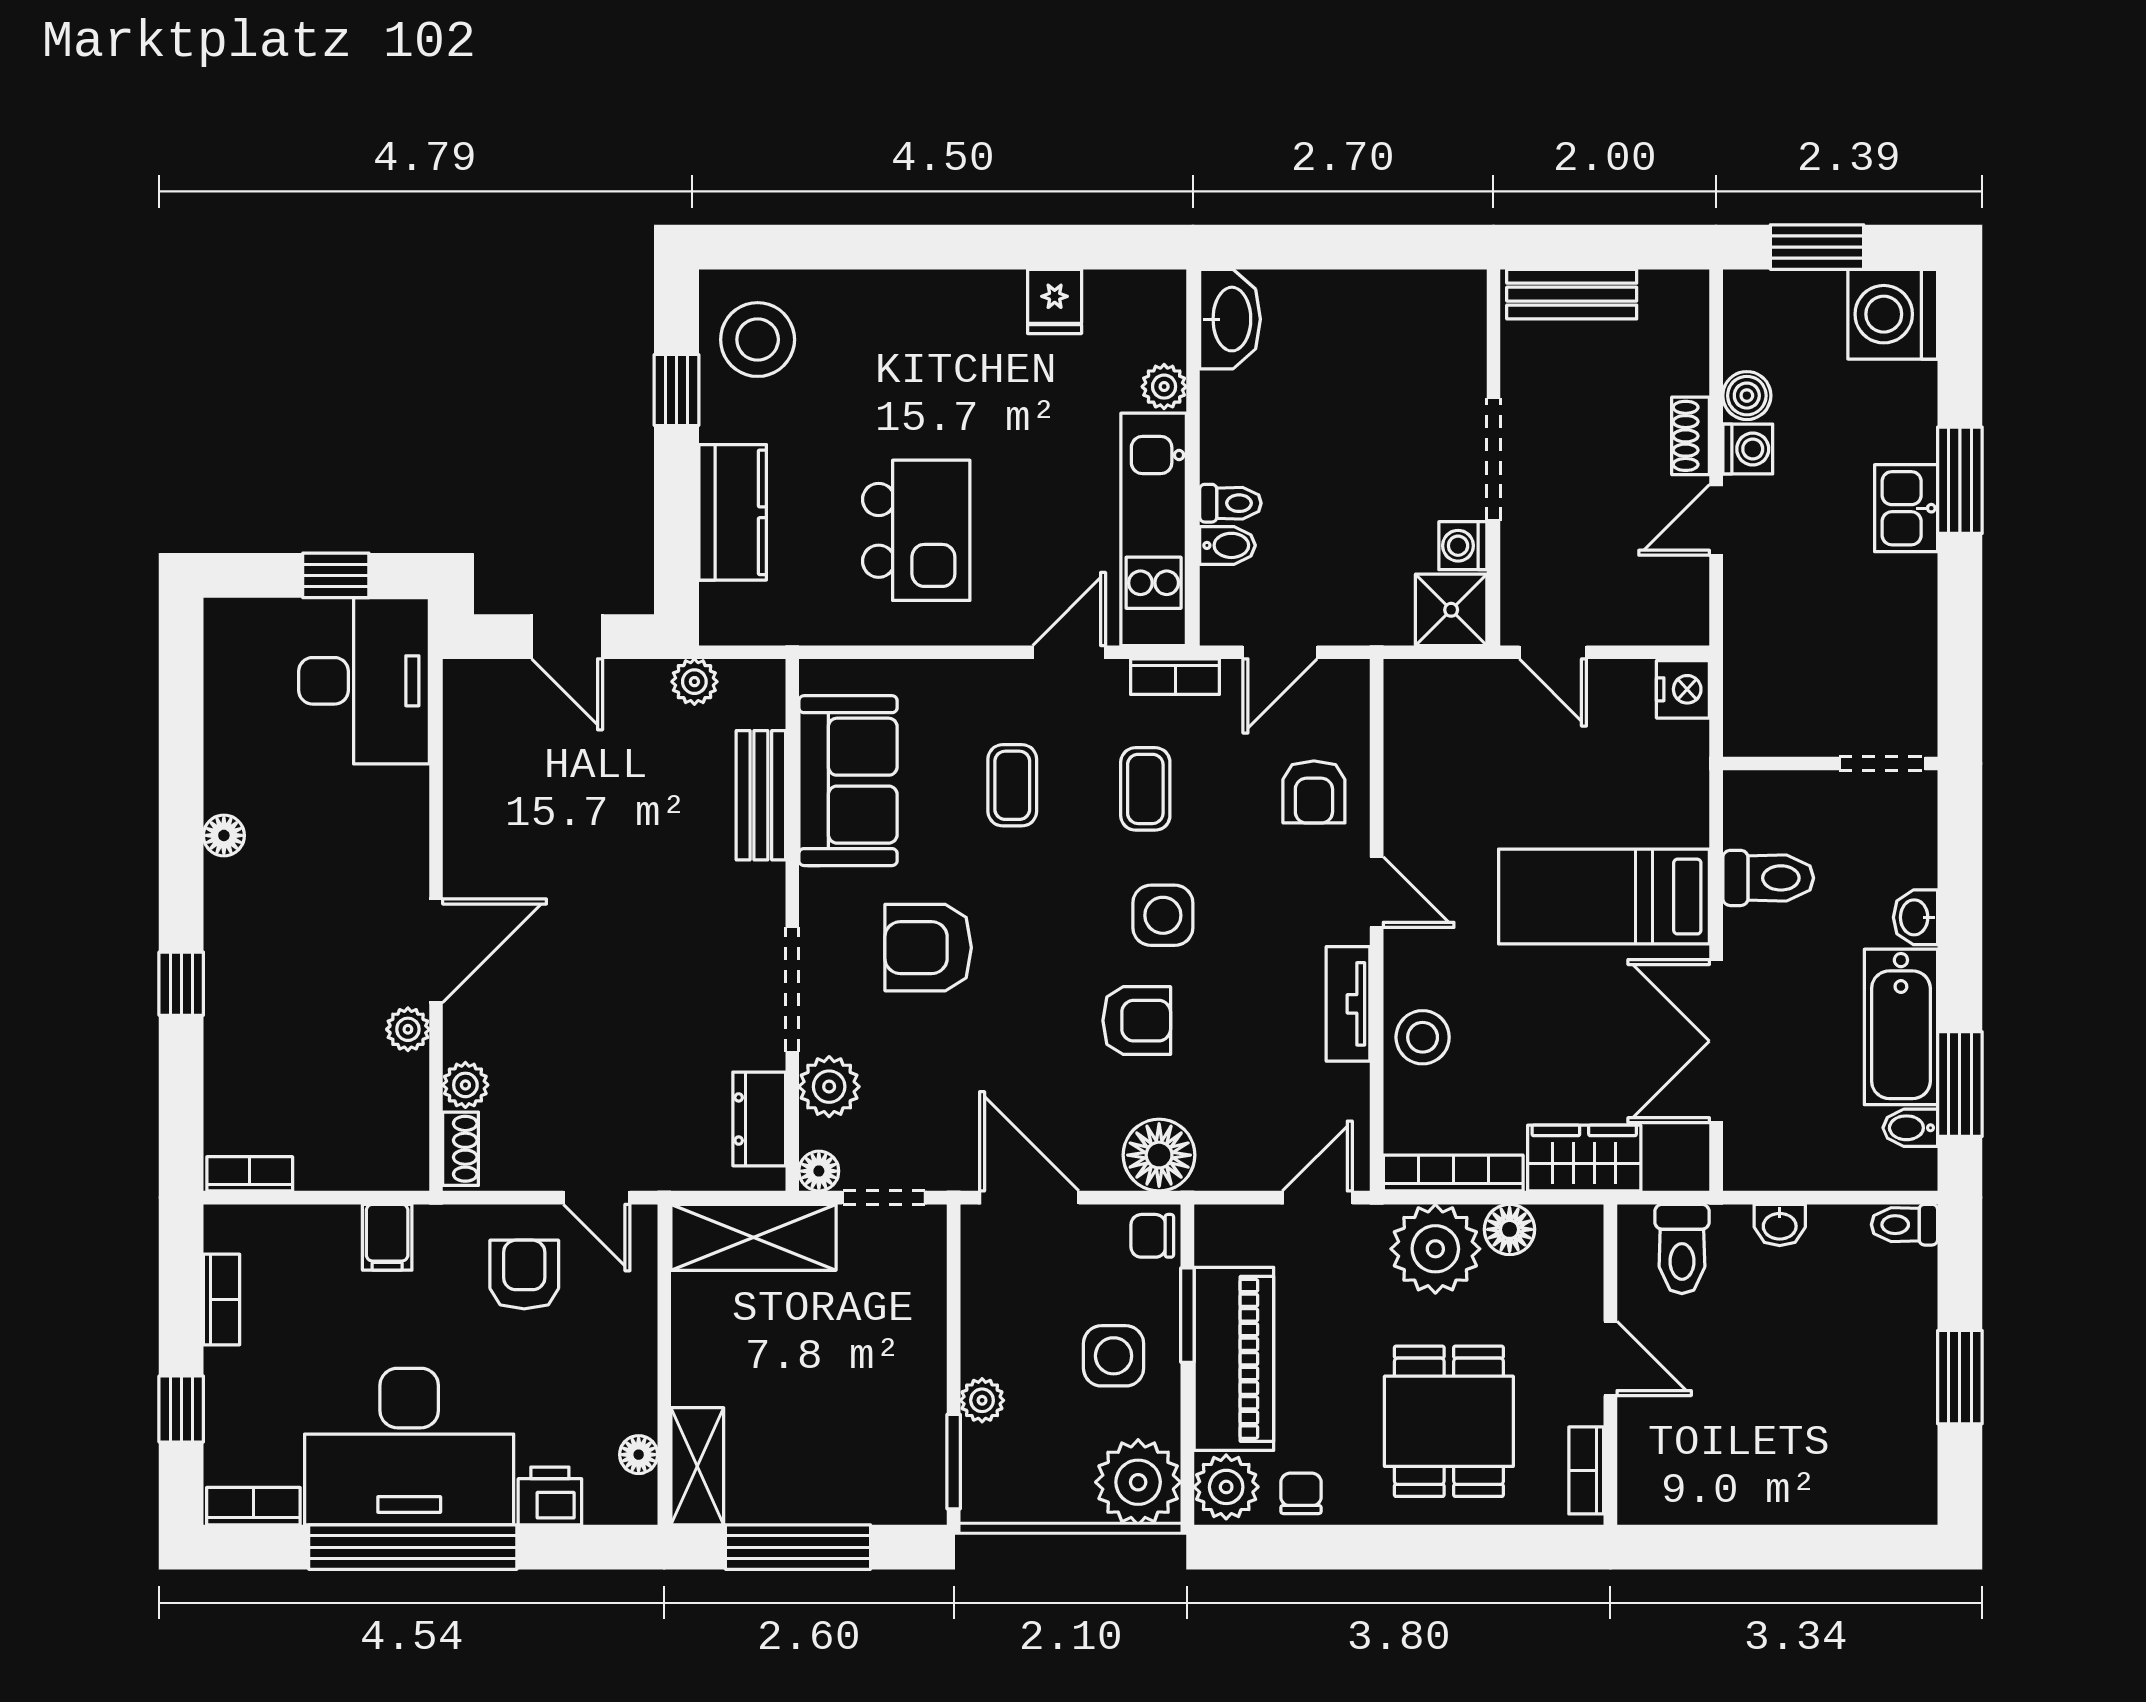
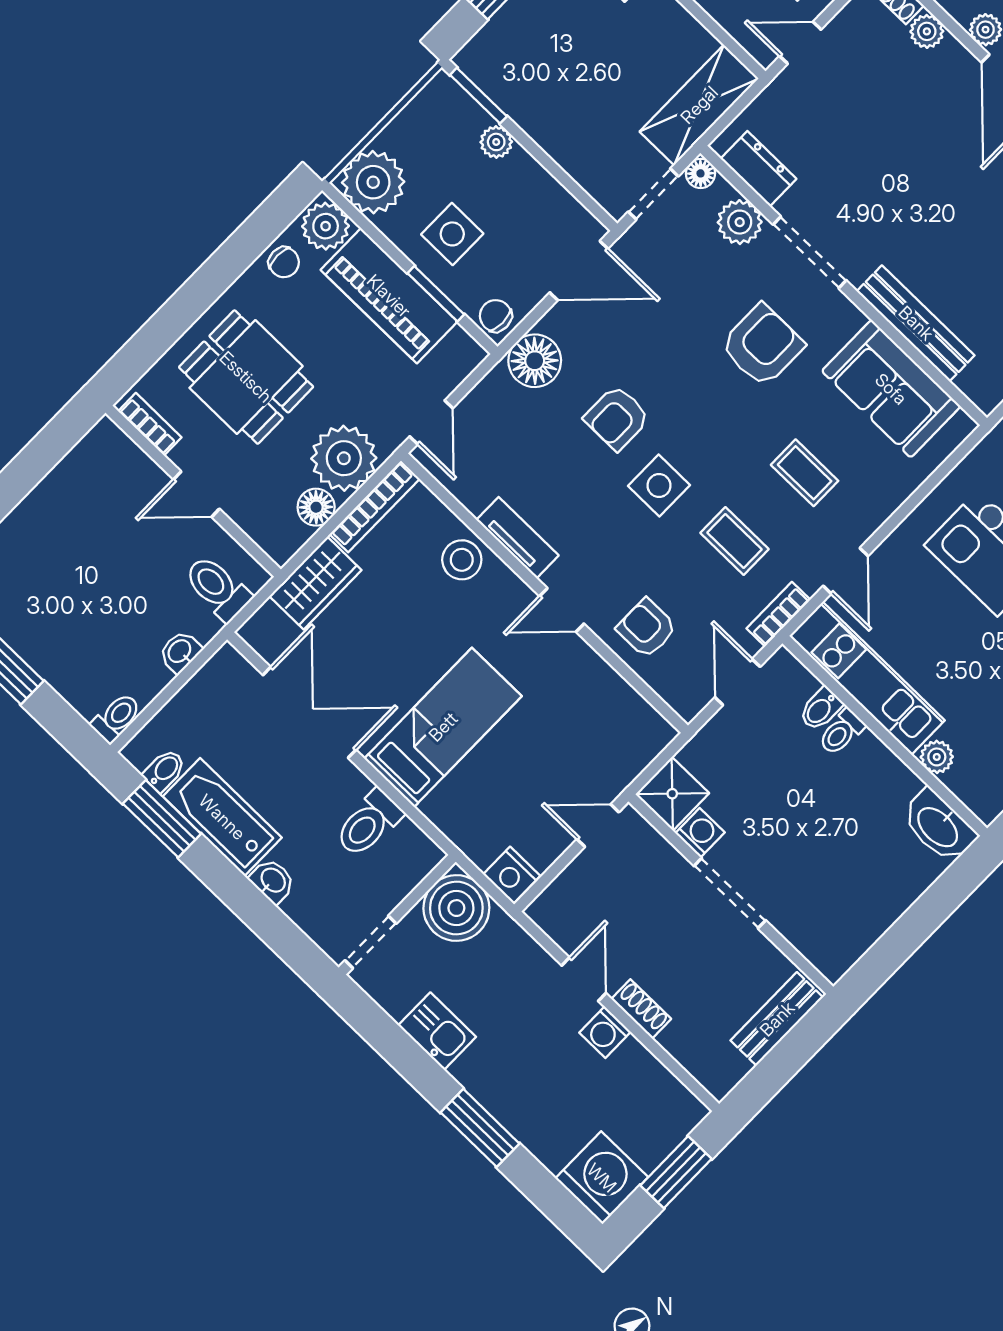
boiler: (1747, 396) -> (456, 908), moved, width x1.86, depth x1.86
kitchen sink: (1906, 508) -> (437, 1031), moved
bench: (761, 795) -> (916, 323), width x1.36
chair: (1152, 1236) -> (496, 316), turned -90

